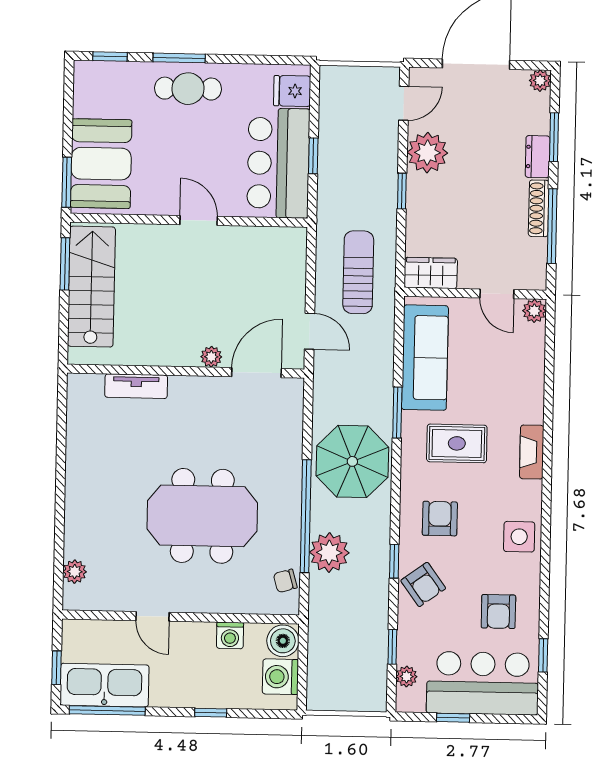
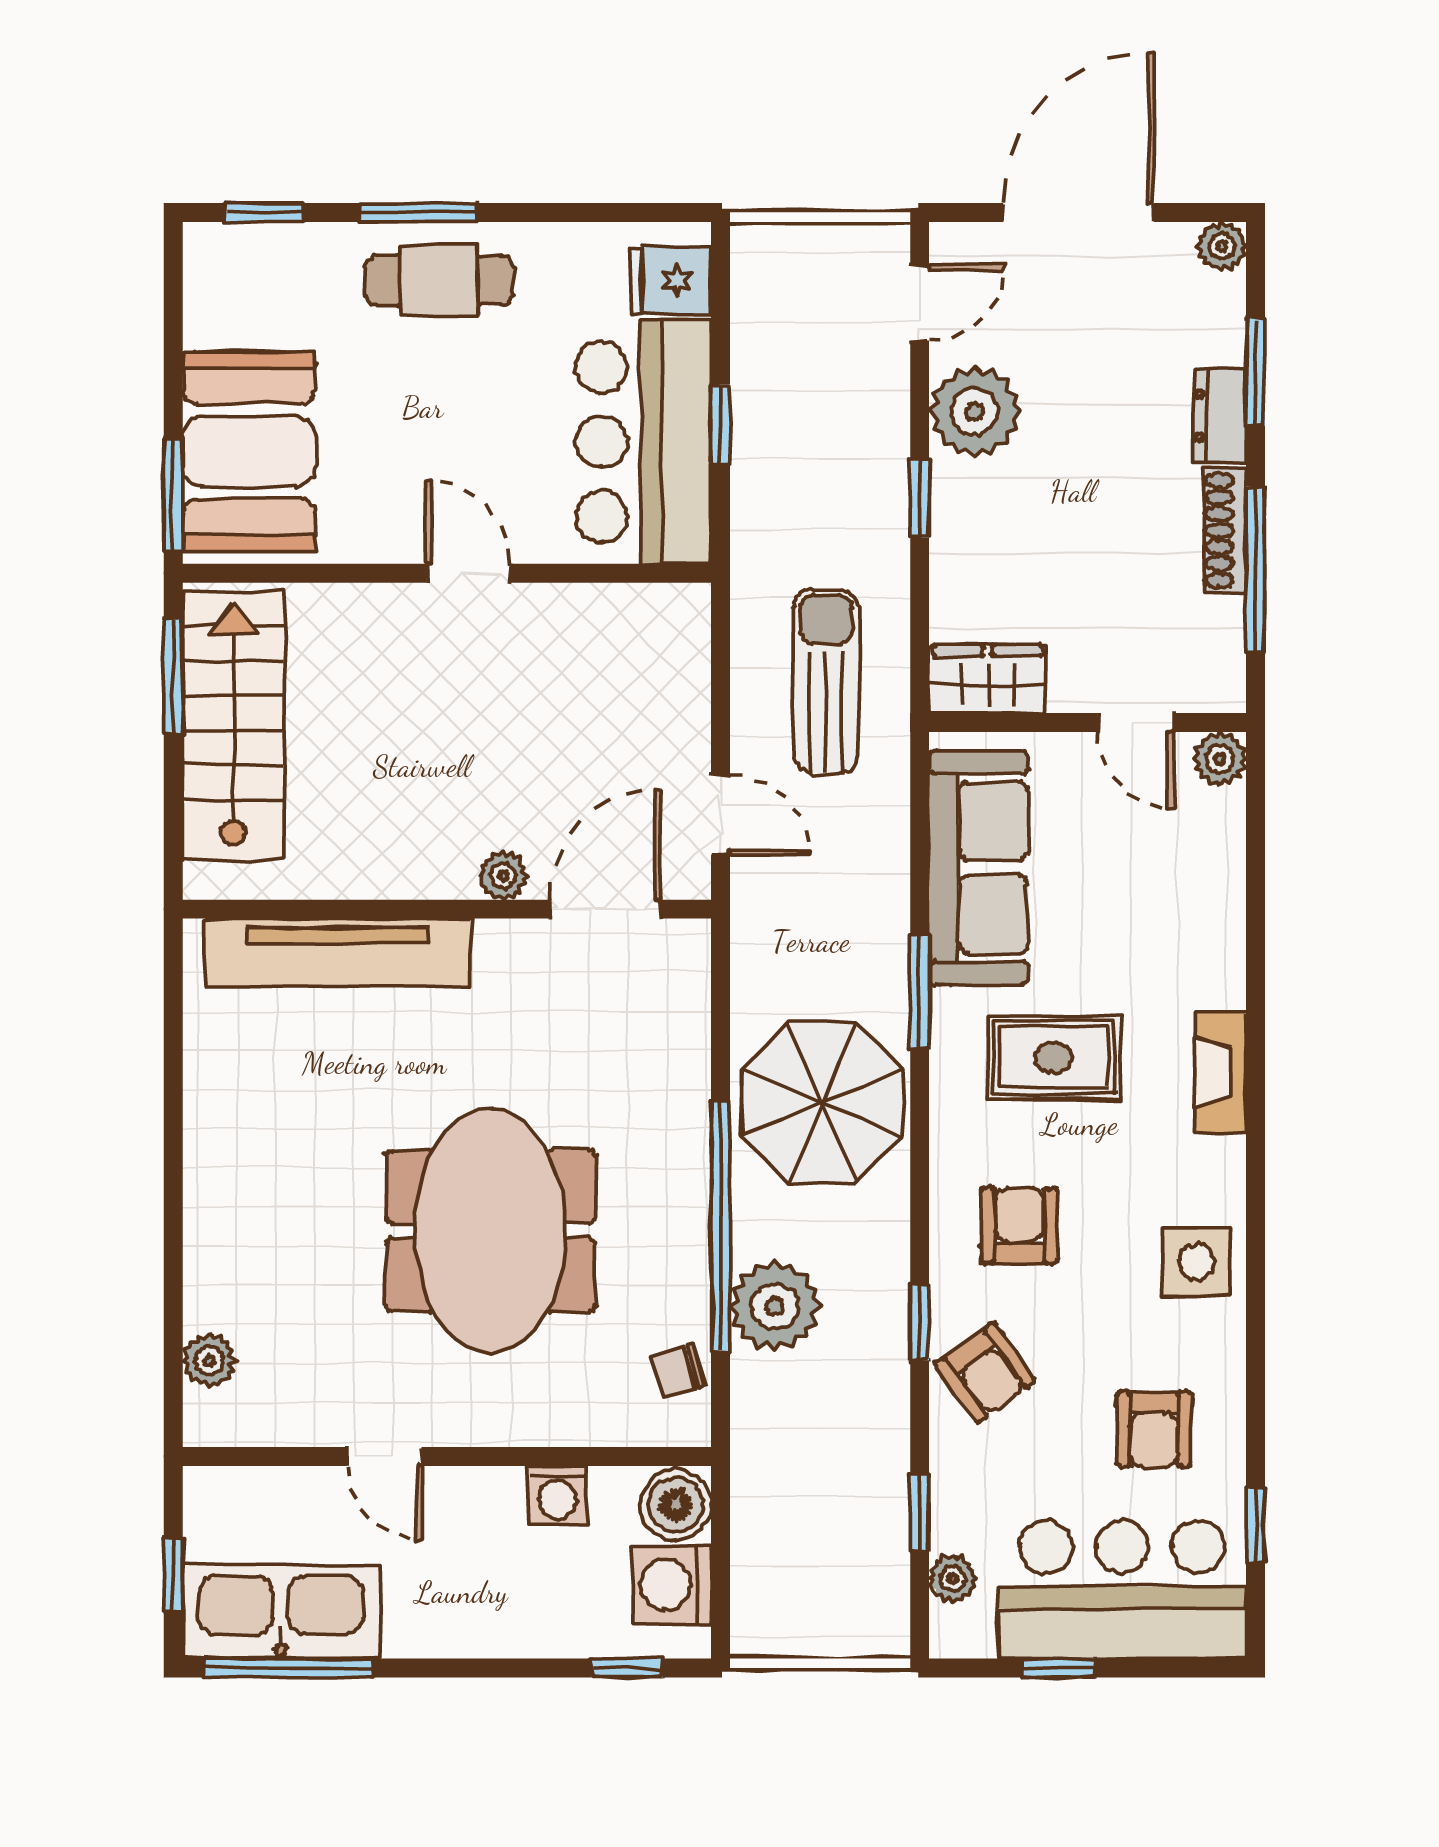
tv unit: (136, 386) -> (337, 952), width x1.92, depth x1.29
meeting table: (202, 516) -> (491, 1230), turned 90
window: (211, 713) -> (627, 1668), moved

